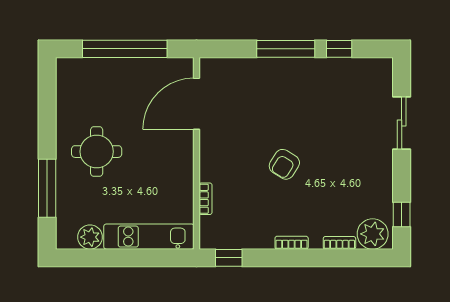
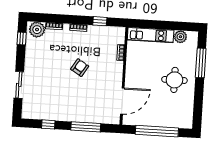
window: (286, 49) -> (86, 127), moved
window: (229, 258) -> (100, 21), moved

